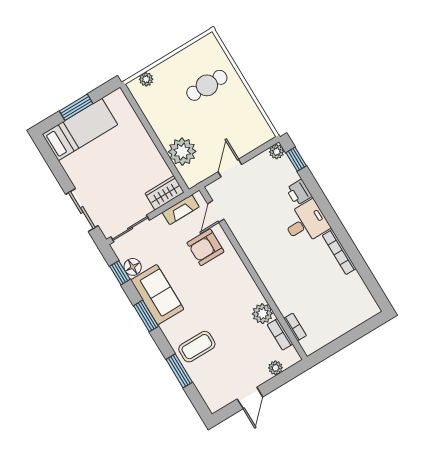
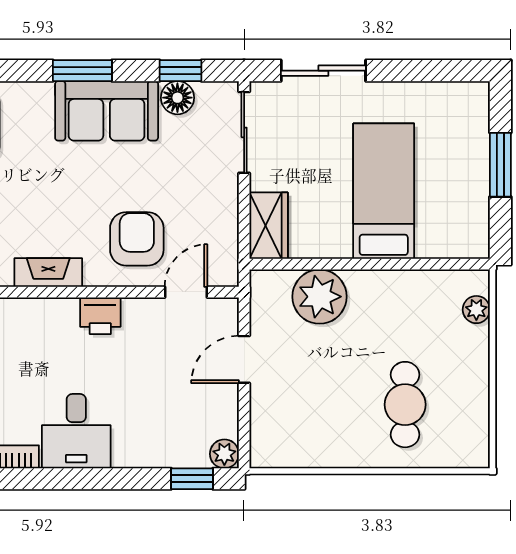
bed: (80, 129) -> (384, 191), moved, turned 180
door: (230, 168) -> (244, 359), swing flipped
printer: (299, 192) -> (100, 316), moved, turned 180
fireplace: (181, 210) -> (48, 272), moved, turned 90
door: (216, 211) -> (186, 292), hinge flipped

